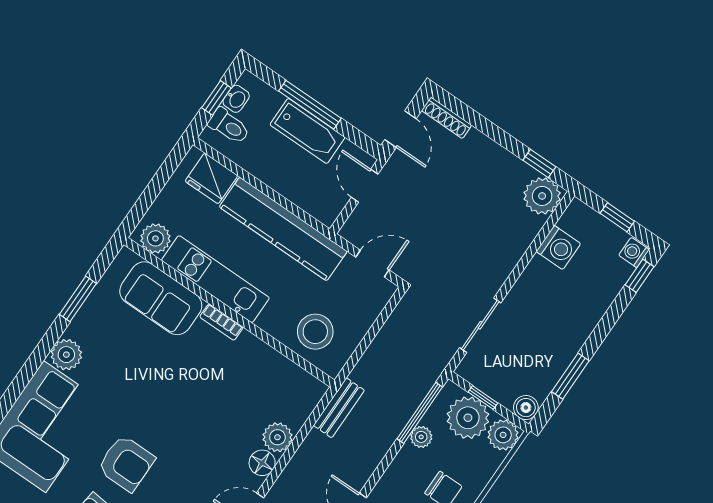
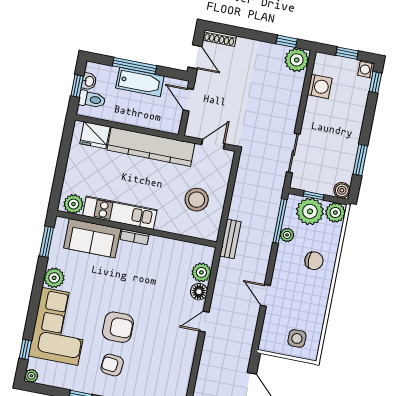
plant: (155, 238) -> (74, 204), moved
kitchen unit: (215, 279) -> (120, 213), moved
sofa: (161, 298) -> (92, 238), moved
wall: (229, 312) -> (137, 229), moved
bookcase: (221, 322) -> (135, 237), moved

